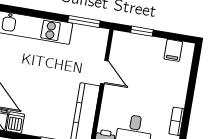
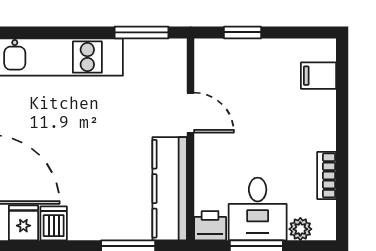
filing cabinet: (173, 50) -> (319, 76), moved, turned 90

